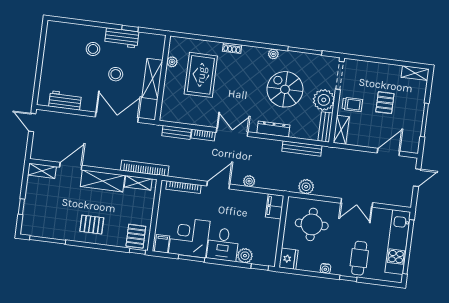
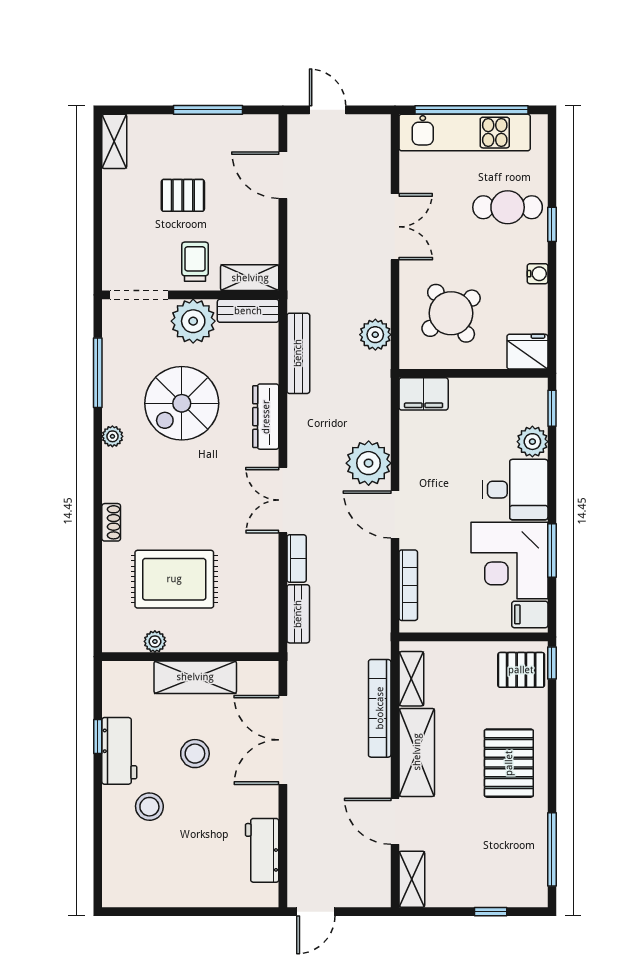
bookcase: (145, 168) -> (380, 708), moved
plant: (249, 181) -> (369, 463), width x1.88, depth x1.88
round table: (312, 224) -> (451, 313), turned -36
pallet: (92, 225) -> (509, 763), width x1.50, depth x1.42

